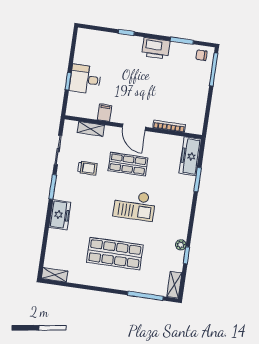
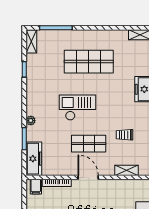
filing cabinet: (104, 113) -> (36, 187), moved
plant: (181, 245) -> (31, 121), moved

